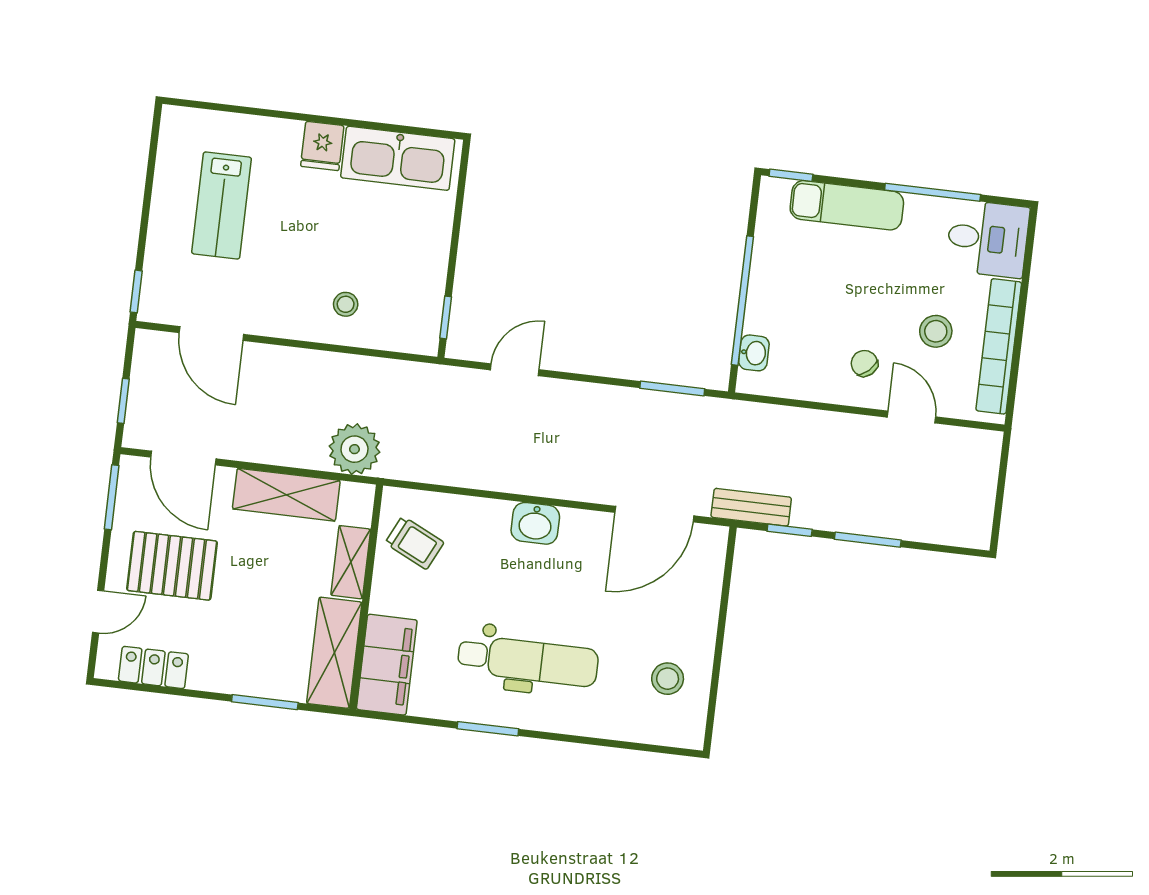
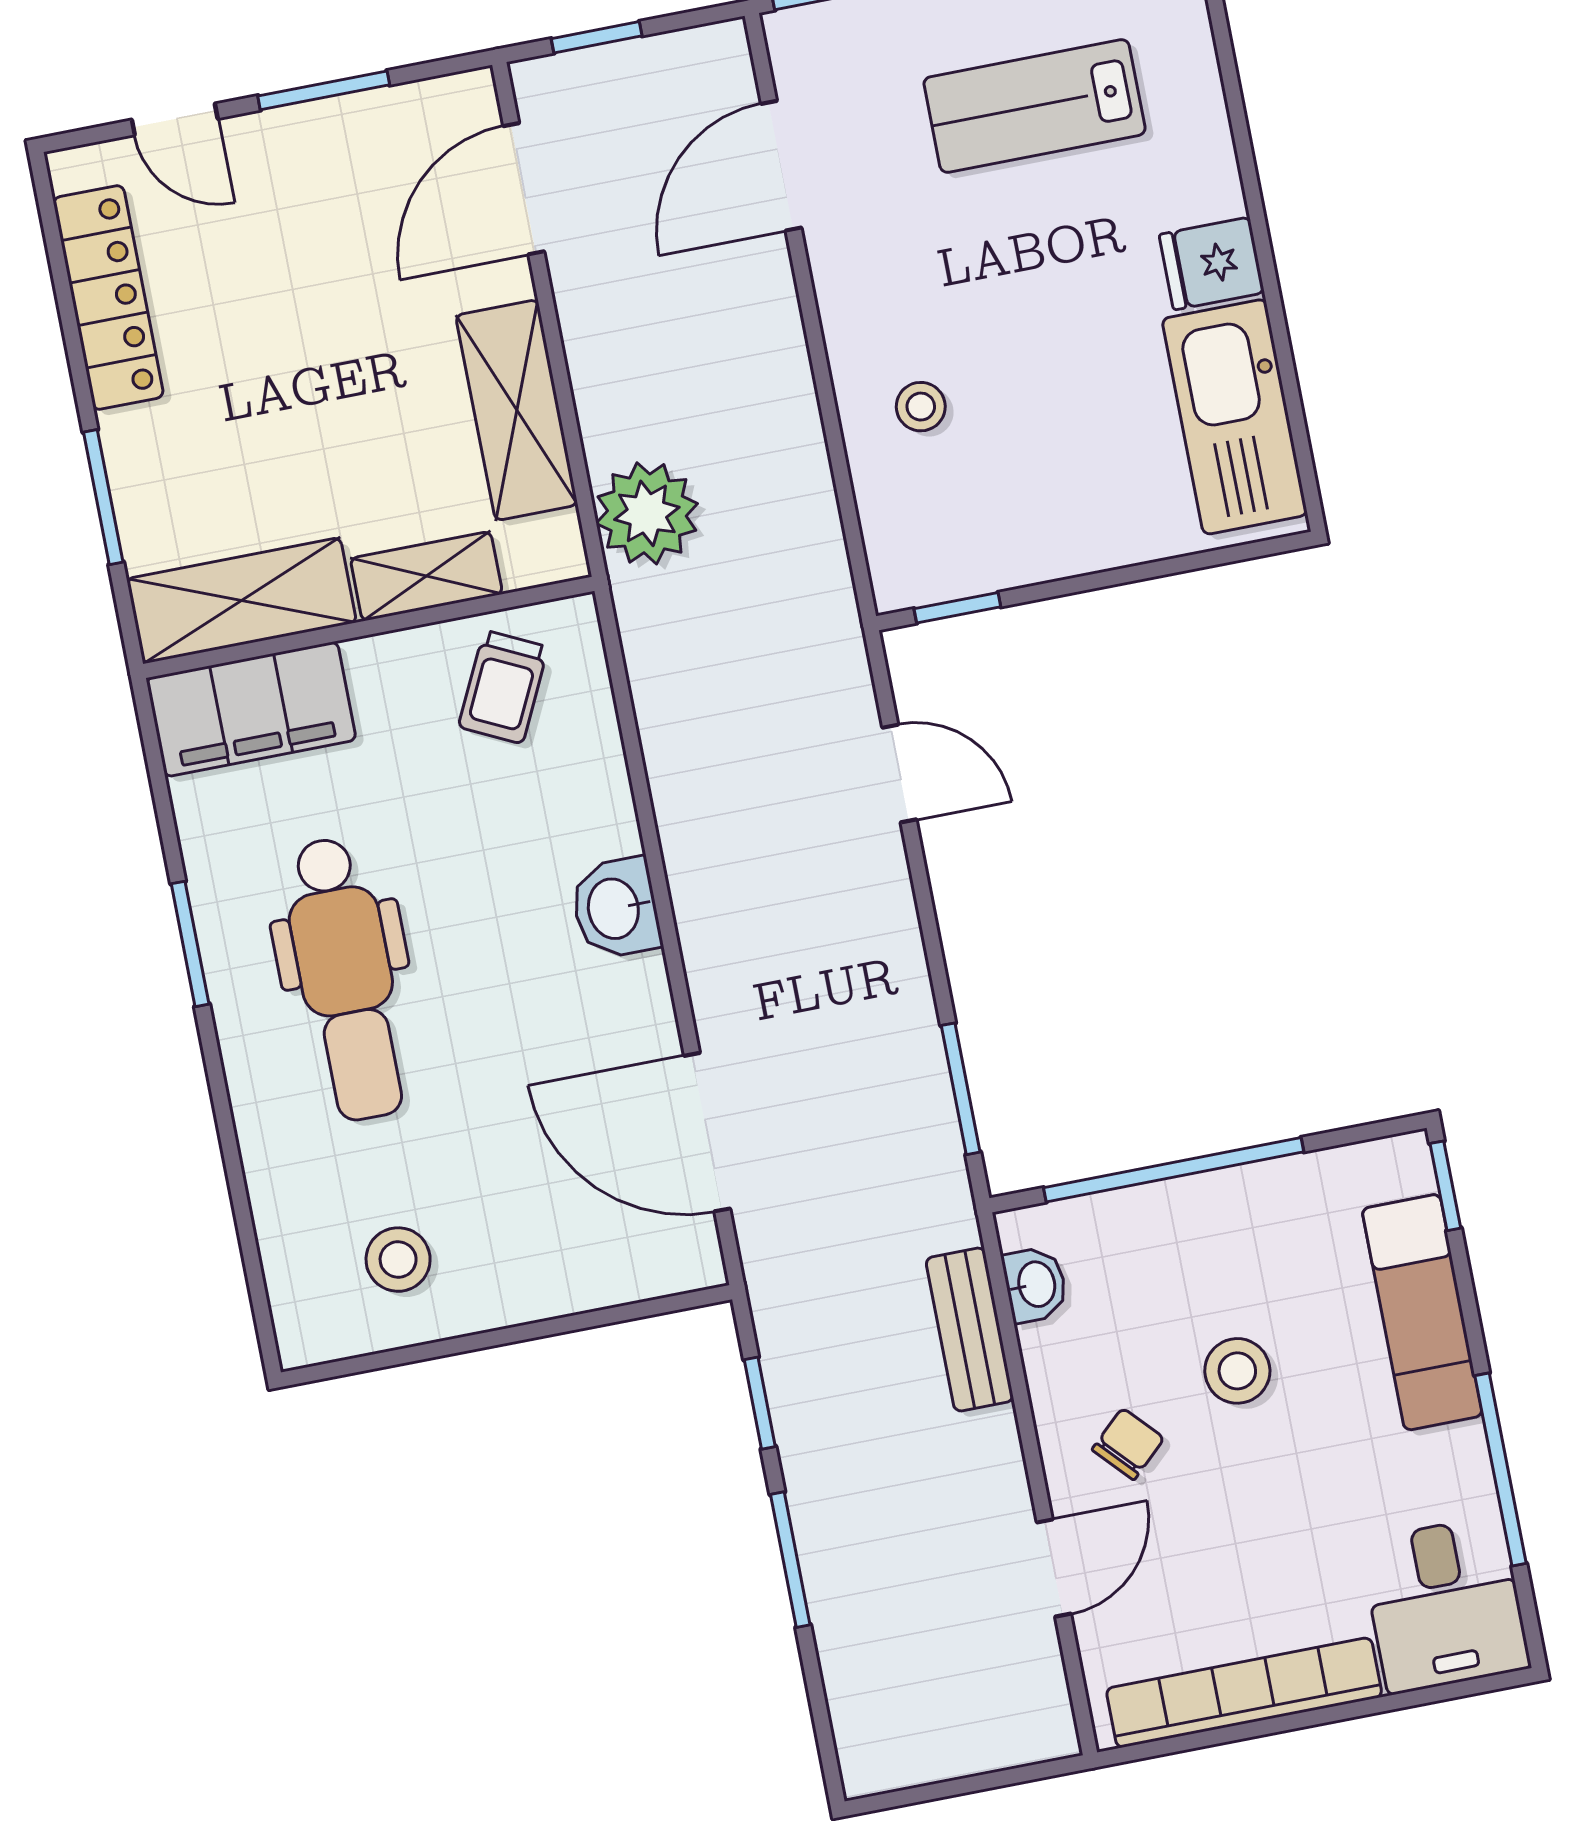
stool: (936, 331) -> (1237, 1371), moved
washbasin: (754, 353) -> (1035, 1284), moved, turned -90
window: (112, 497) -> (324, 90), moved
bench: (751, 507) -> (970, 1330), moved
pallet: (172, 566) -> (309, 234), removed
locker: (153, 667) -> (108, 297), width x1.53

